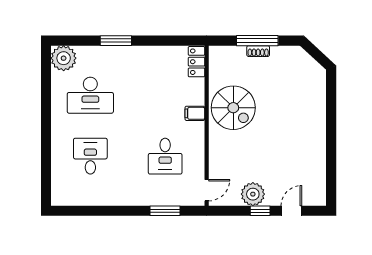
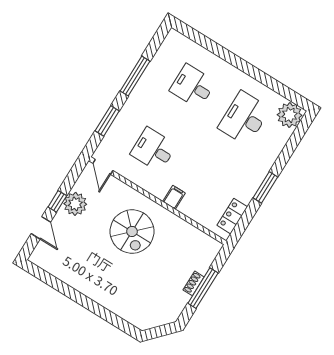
window: (116, 41) -> (265, 187), moved
locker: (196, 62) -> (232, 216), moved, turned -90
spiral stairs: (233, 108) -> (132, 231), moved, turned -90
desk: (90, 156) -> (193, 86), turned 180
window: (112, 211) -> (135, 76), added

